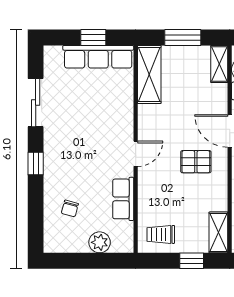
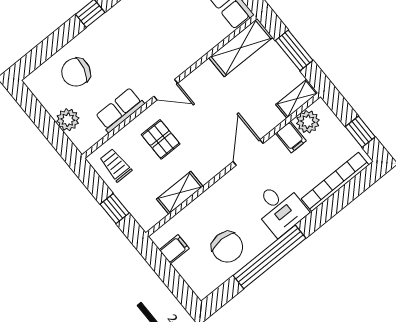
pallet: (196, 162) -> (161, 139), moved
chair: (70, 208) -> (76, 72), width x1.87, depth x1.87
shelving: (218, 232) -> (180, 193), moved

